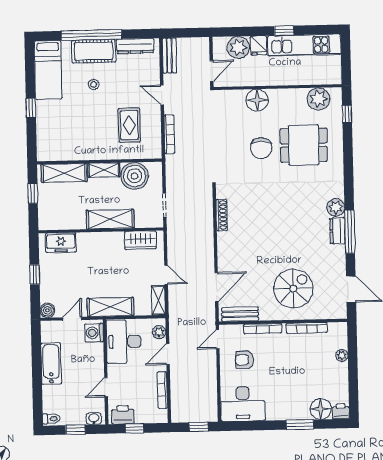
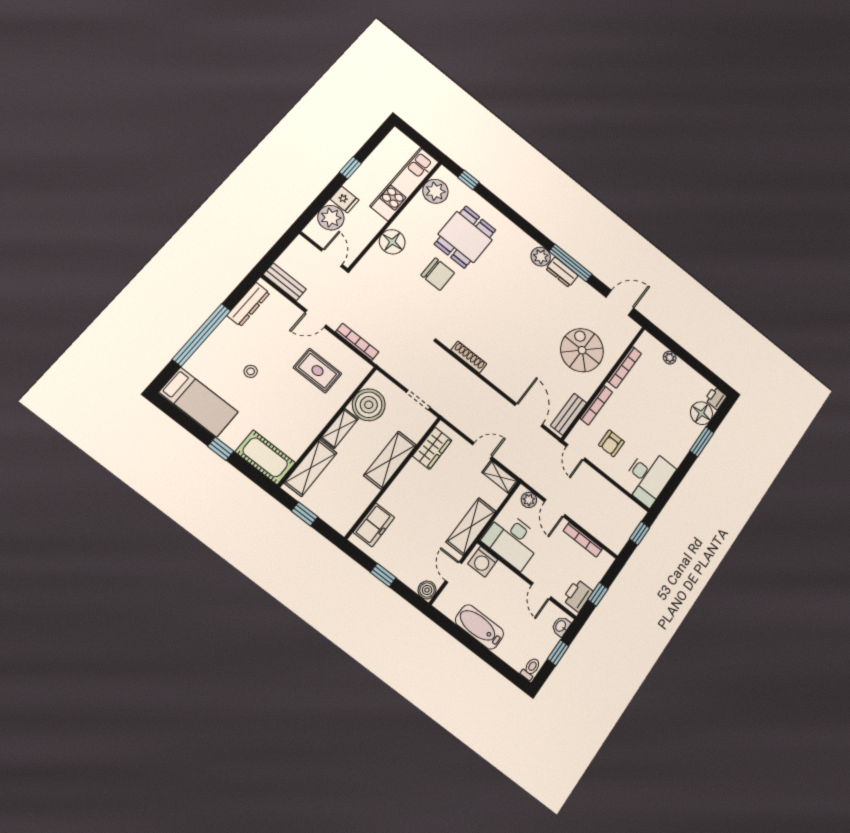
kitchen unit: (304, 45) -> (405, 184), moved, turned 180
cot: (94, 51) -> (265, 457), moved, turned 90

